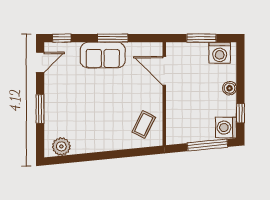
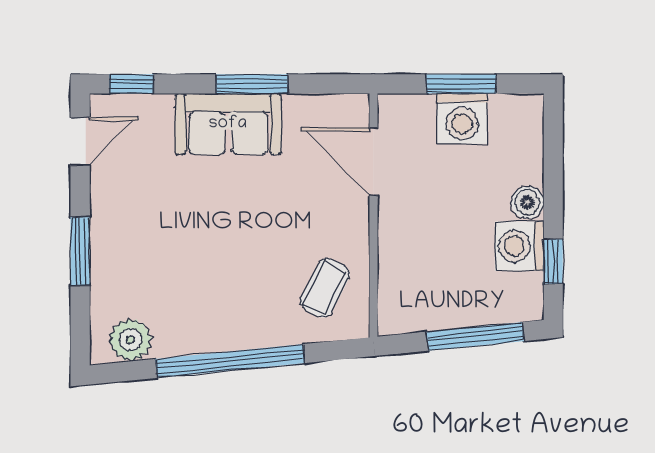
washing machine: (220, 53) -> (462, 118), moved
washing machine: (226, 128) -> (519, 246), moved
window: (104, 155) -> (230, 361), added

